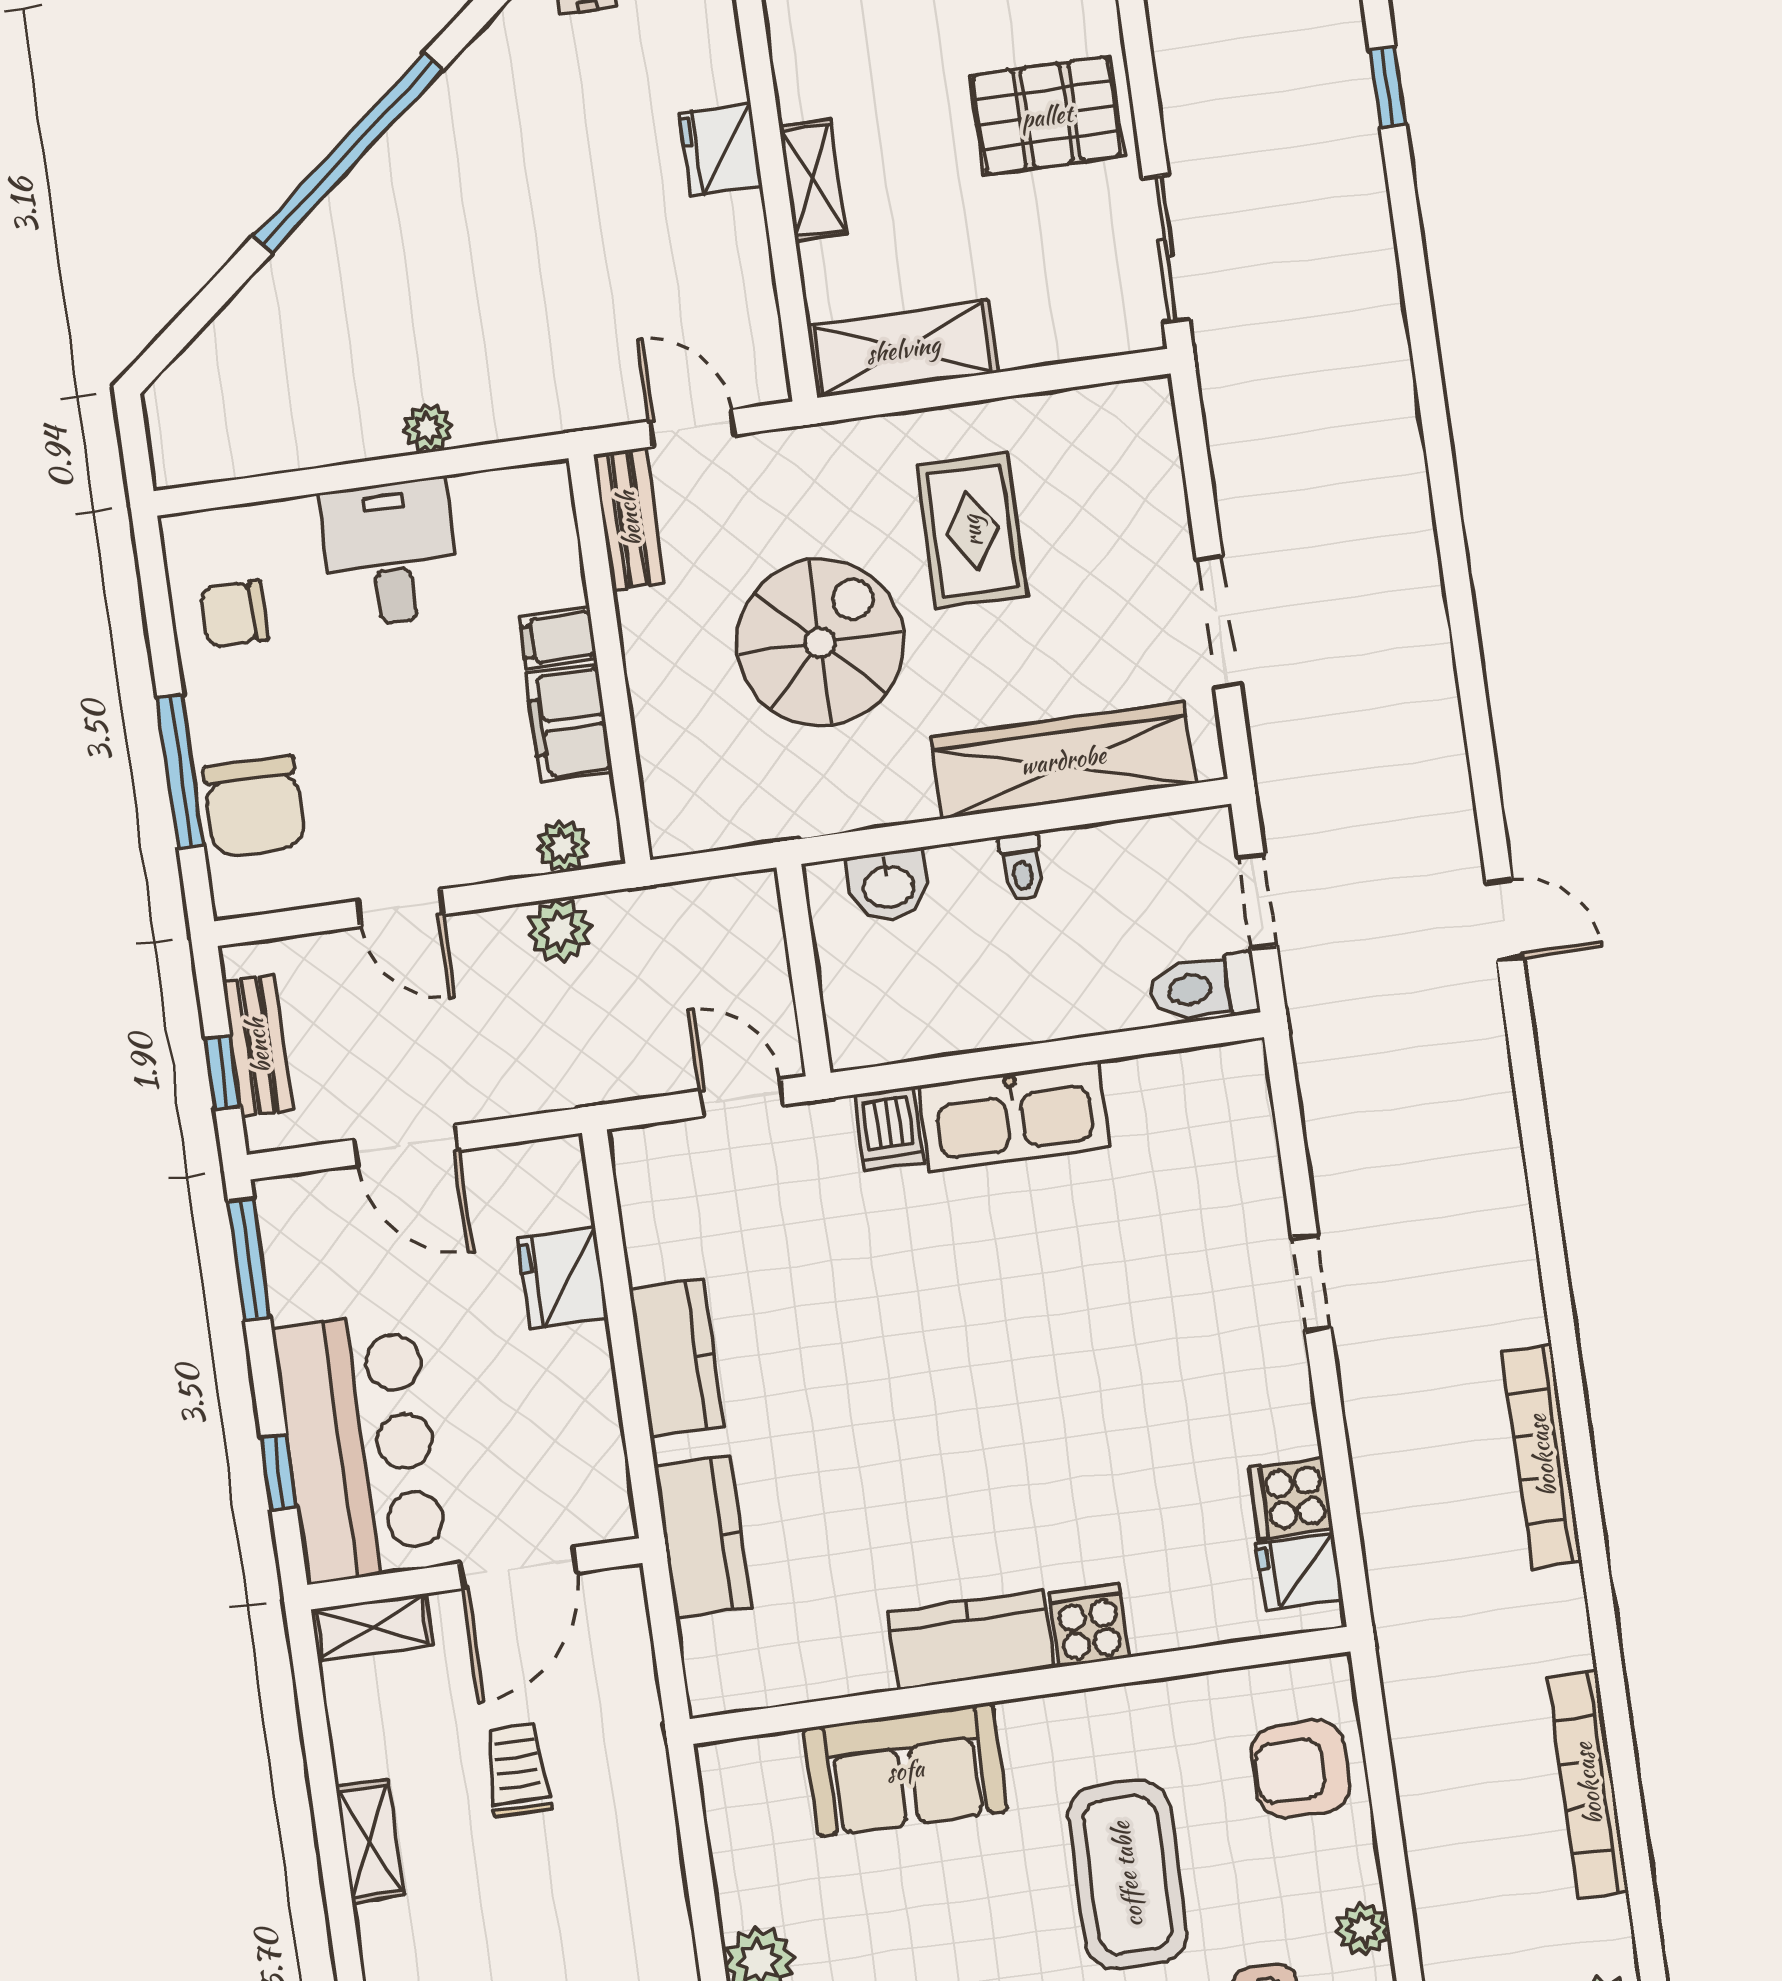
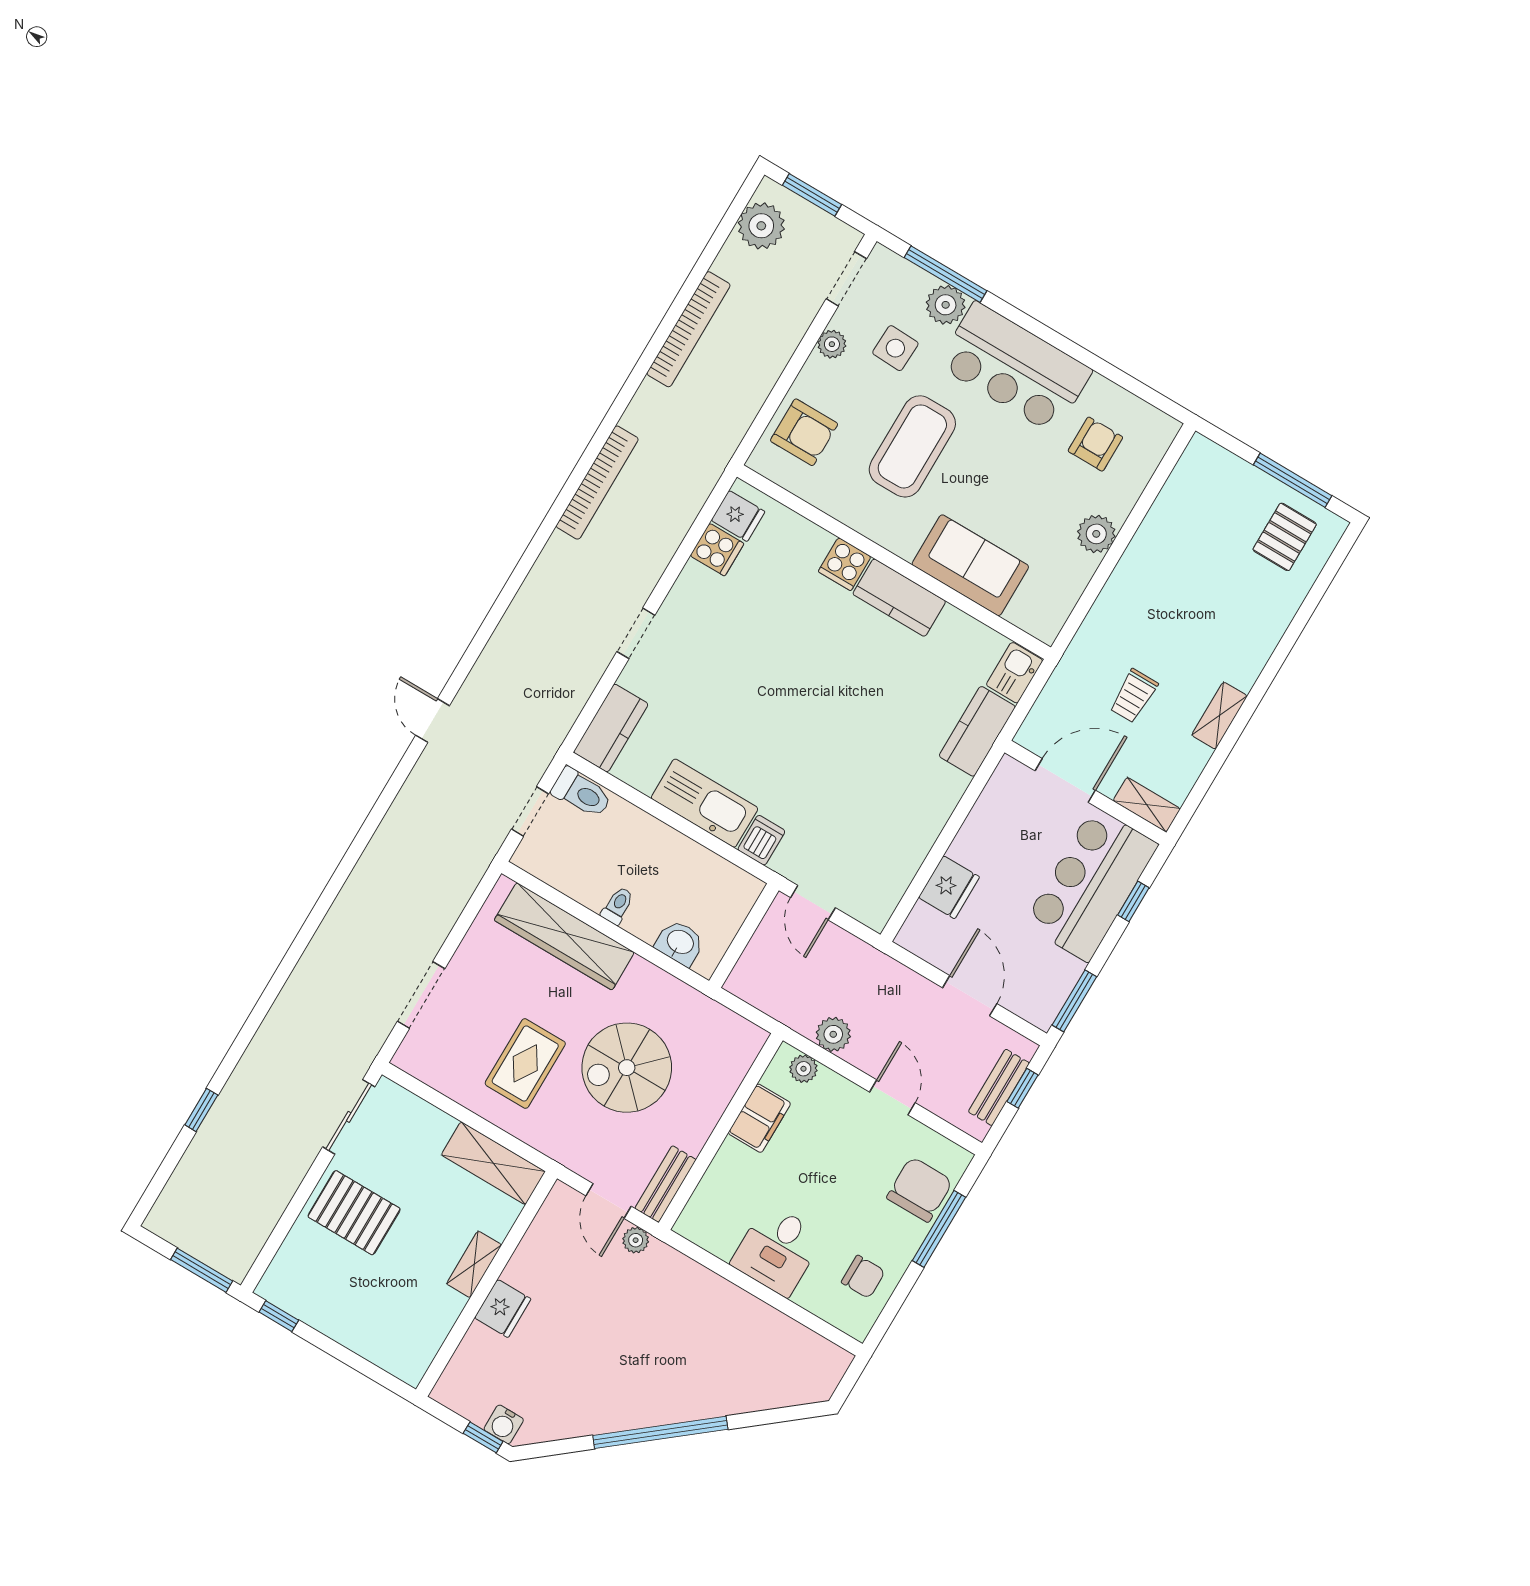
plant: (428, 428) -> (636, 1240), moved
doorway: (1218, 622) -> (421, 995), moved
filing cabinet: (558, 638) -> (735, 1158), removed
kitchen counter: (677, 1358) -> (611, 728), moved, turned 180
kitchen sink: (717, 1665) -> (1015, 673), added

